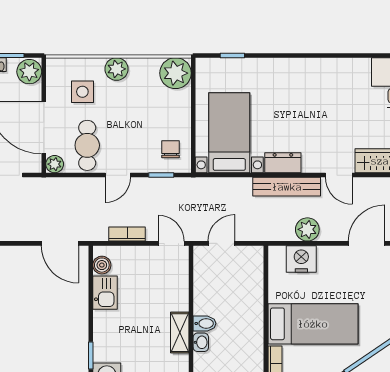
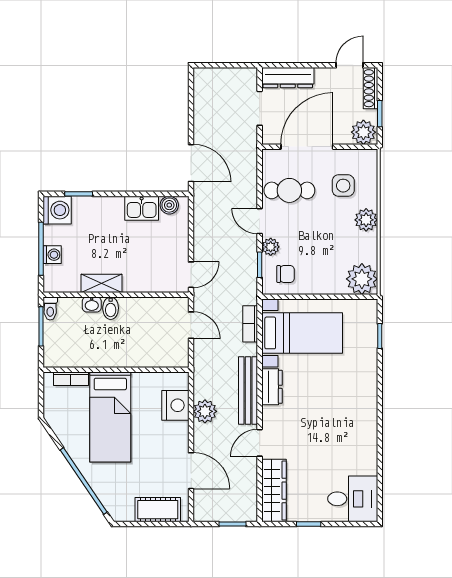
plant: (55, 164) -> (271, 247), moved
bookcase: (127, 234) -> (250, 324), moved, turned 180
door: (60, 243) -> (191, 163), swing flipped

